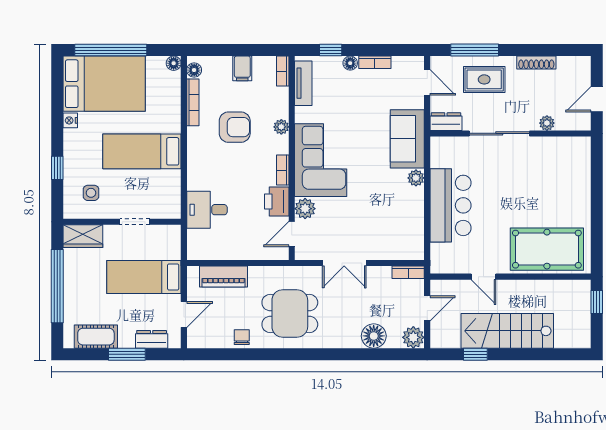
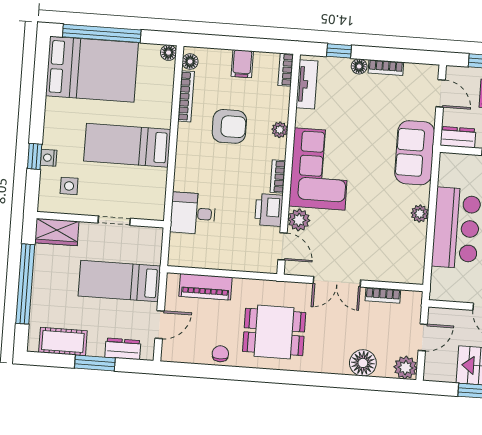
nightstand: (70, 120) -> (49, 158), moved
plant: (416, 178) -> (420, 214), moved
door: (292, 234) -> (282, 246), swing flipped
bookcase: (408, 272) -> (383, 295), moved

